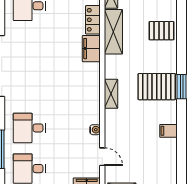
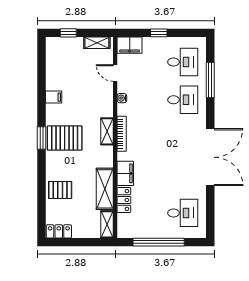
bookcase: (95, 91) -> (122, 134), added

